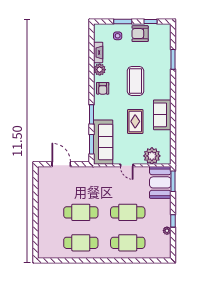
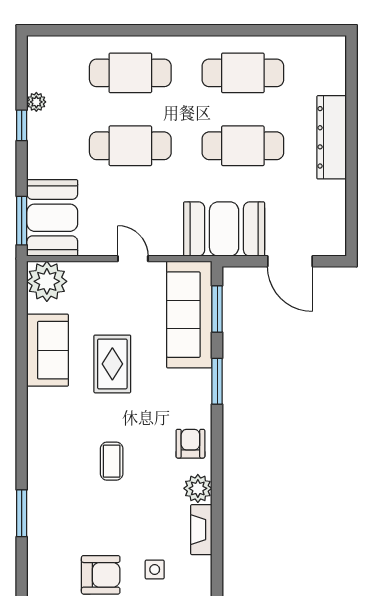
coffee table: (136, 81) -> (112, 461), width x0.54, depth x0.58
sofa: (162, 115) -> (48, 350), moved
plant: (152, 156) -> (47, 281), moved
booth: (89, 178) -> (224, 229), added
dresser: (44, 216) -> (332, 137), added

